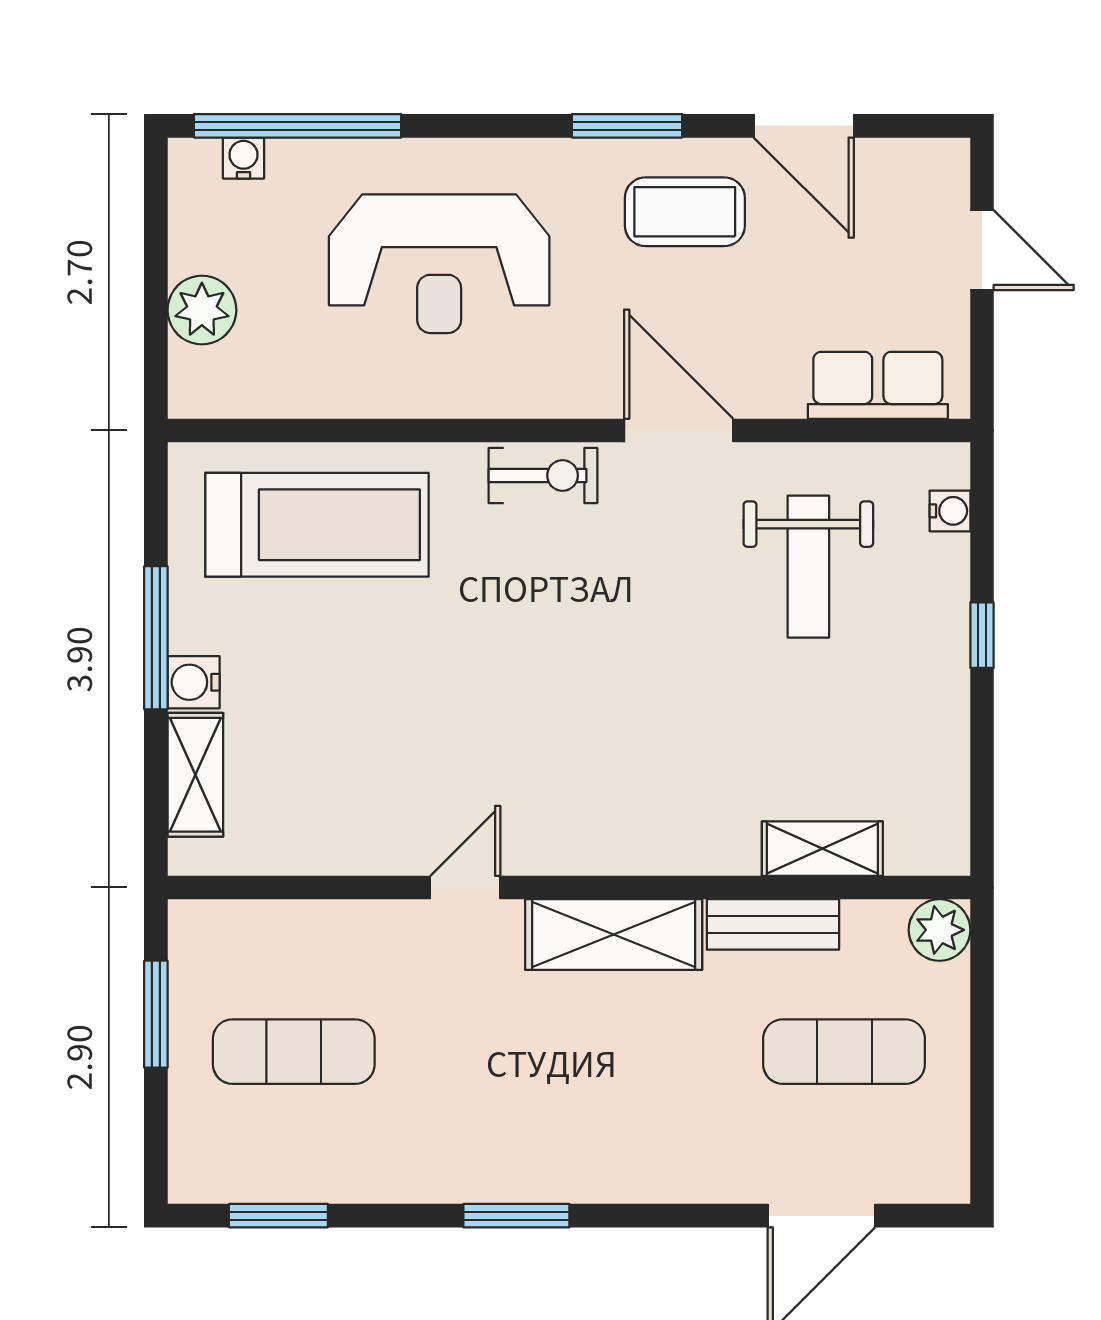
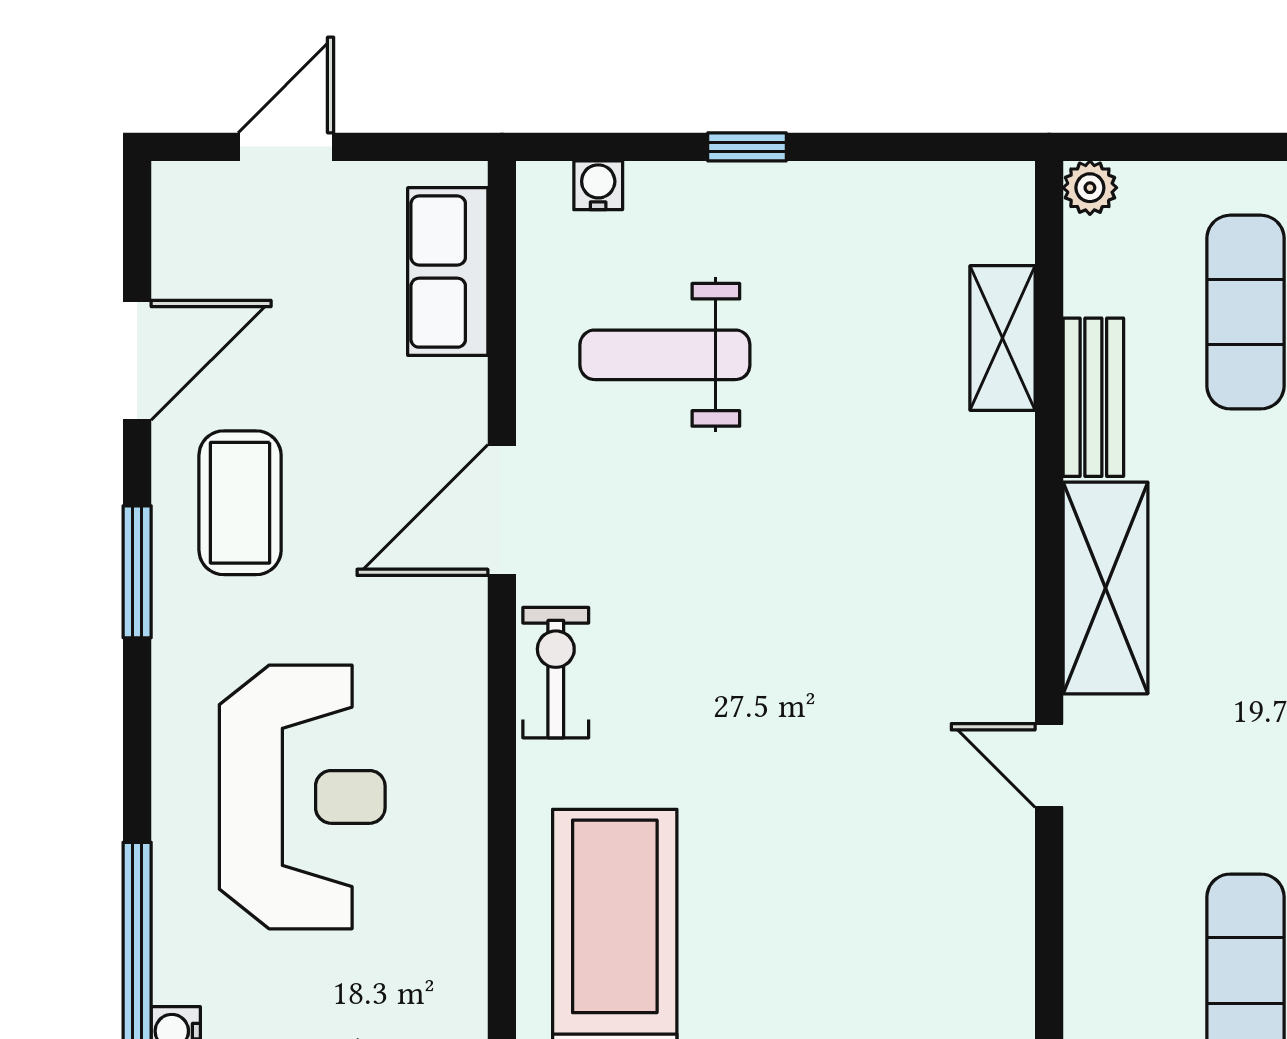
weight bench: (808, 567) -> (665, 355), turned 180
plant: (939, 930) -> (1090, 188), width x0.73, depth x0.73

